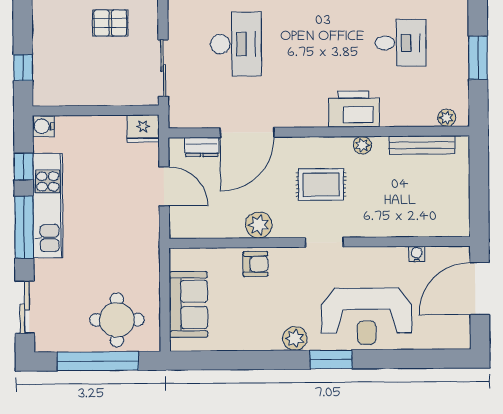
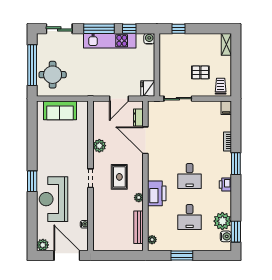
pallet: (110, 23) -> (200, 72), turned 90
desk: (236, 44) -> (190, 176), moved, width x0.73
armchair: (255, 264) -> (80, 144), removed
plant: (295, 338) -> (43, 245), moved

